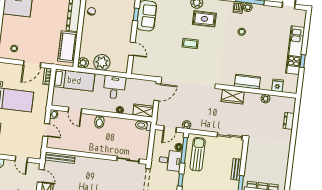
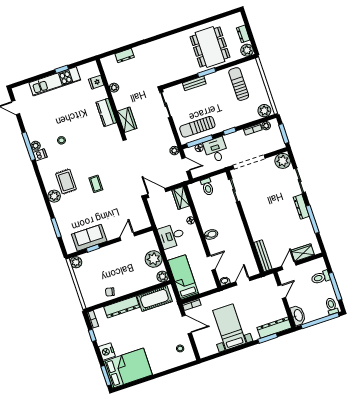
toilet: (143, 125) -> (207, 187), moved

